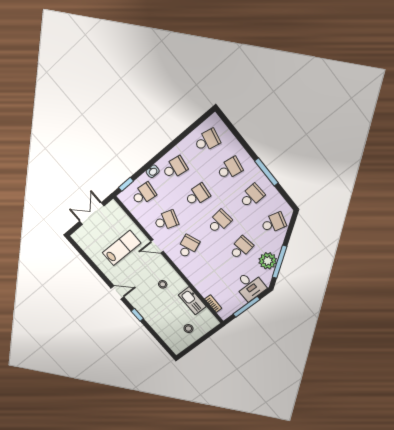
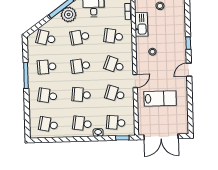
double door: (92, 214) -> (161, 137), width x1.37
door: (157, 246) -> (135, 81), hinge flipped
school desk: (188, 247) -> (114, 65), turned 42
lab bench: (122, 248) -> (160, 98), turned 180
school desk: (210, 272) -> (113, 36), added
door: (117, 292) -> (189, 70), hinge flipped

